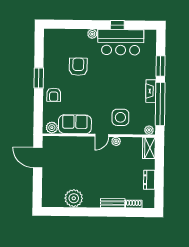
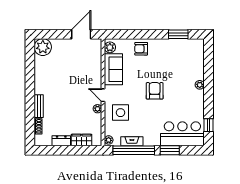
window: (117, 25) -> (208, 125), moved
bar counter: (121, 42) -> (182, 134), moved, turned 90
armchair: (78, 67) -> (155, 91), moved, turned -90
window: (39, 78) -> (178, 34), moved
fireplace: (151, 91) -> (132, 141), moved
wardrobe: (149, 148) -> (81, 140), moved
plant: (74, 198) -> (43, 47), moved

